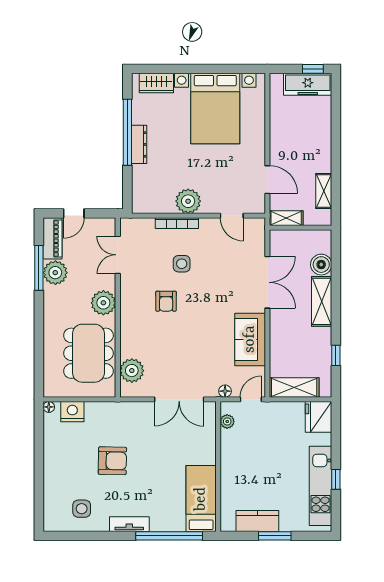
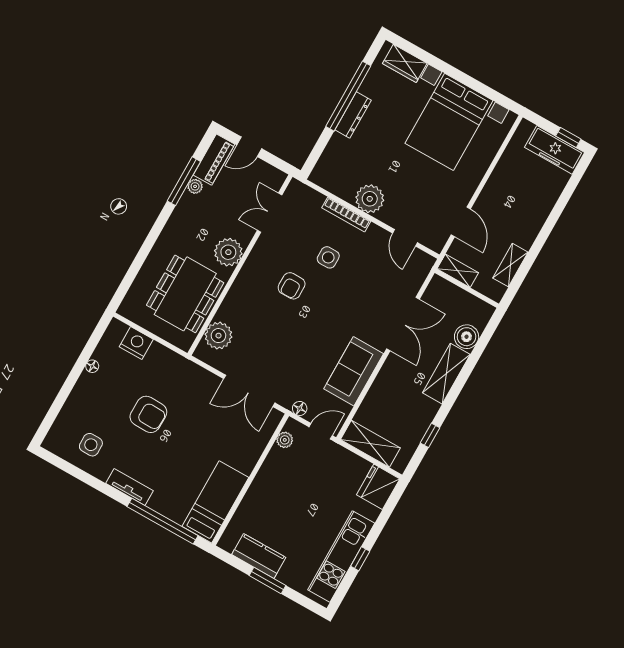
plant: (55, 273) -> (195, 186), width x0.53, depth x0.53
floor lamp: (49, 407) -> (92, 366), moved

